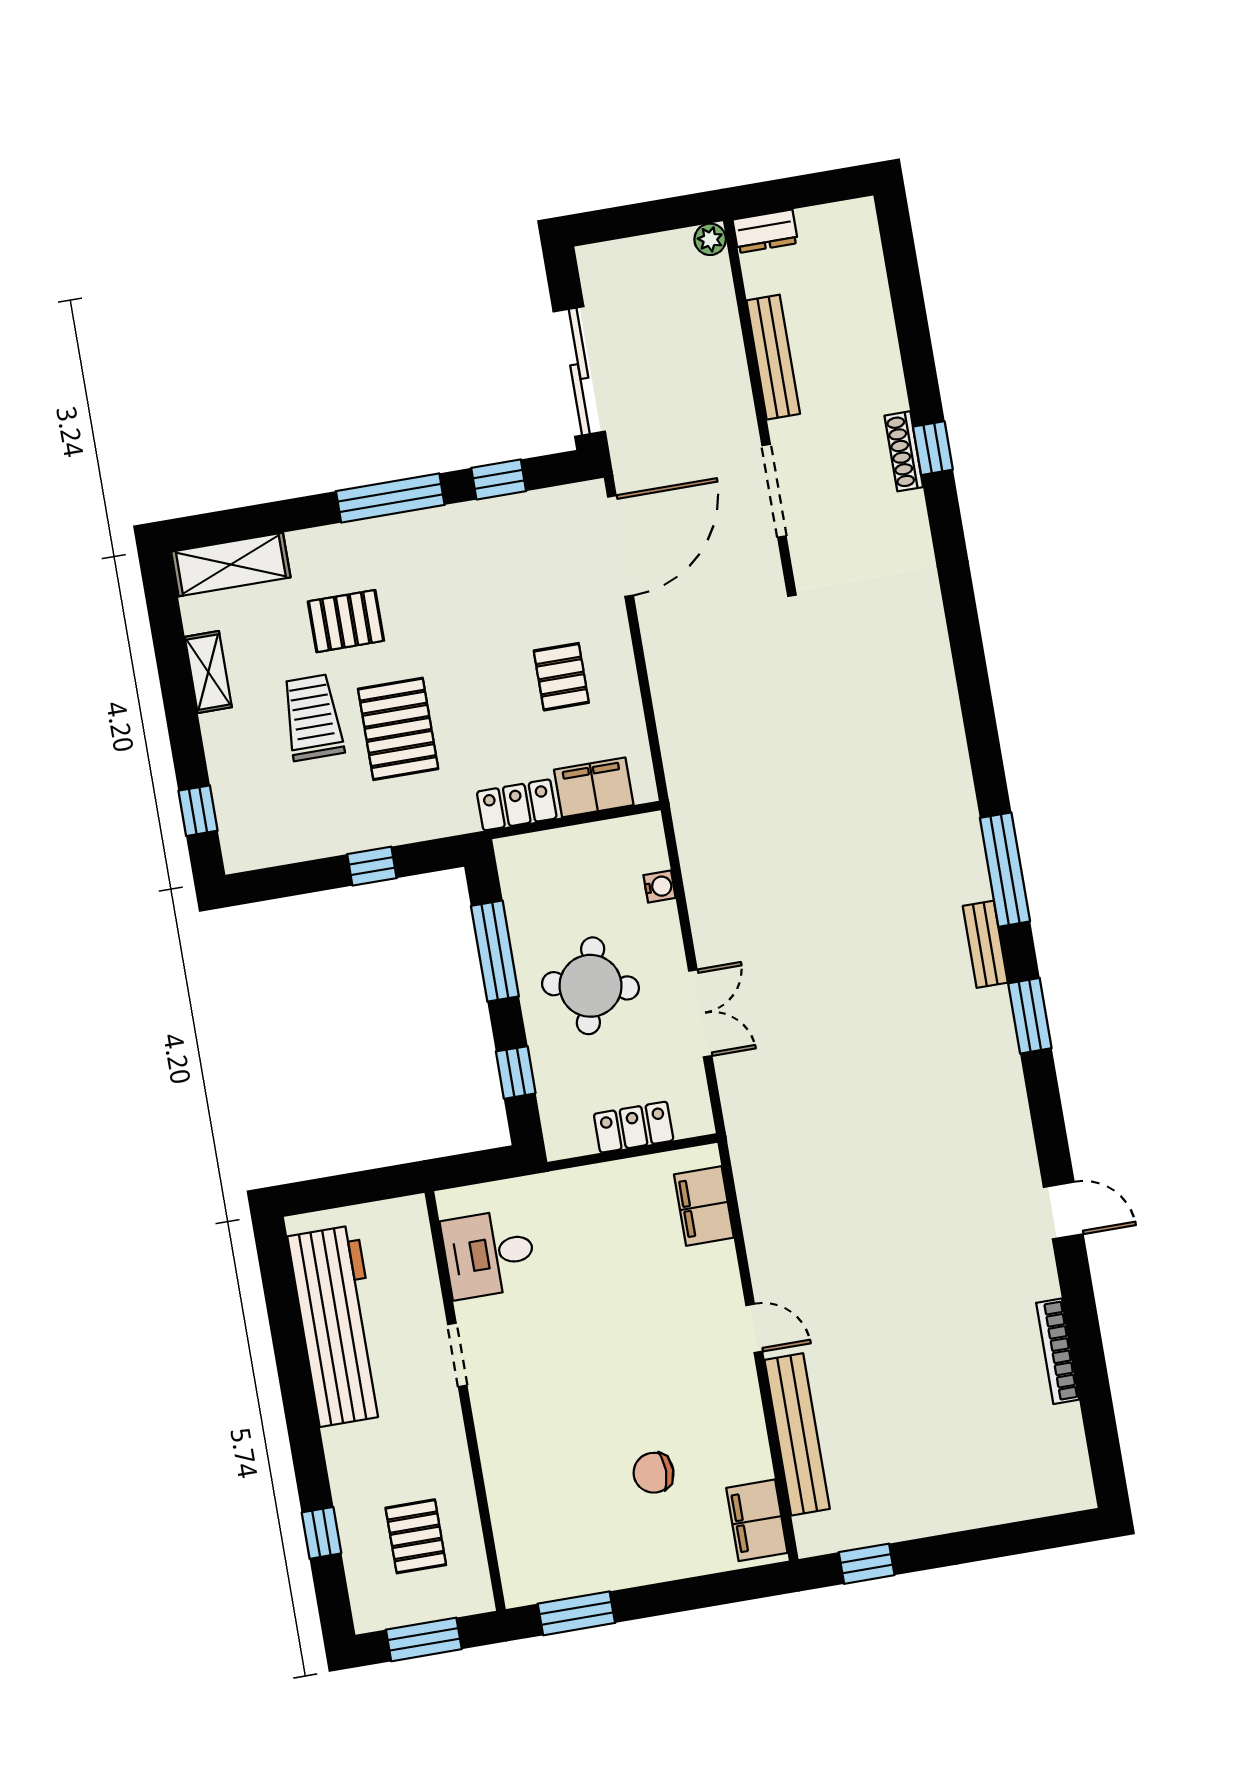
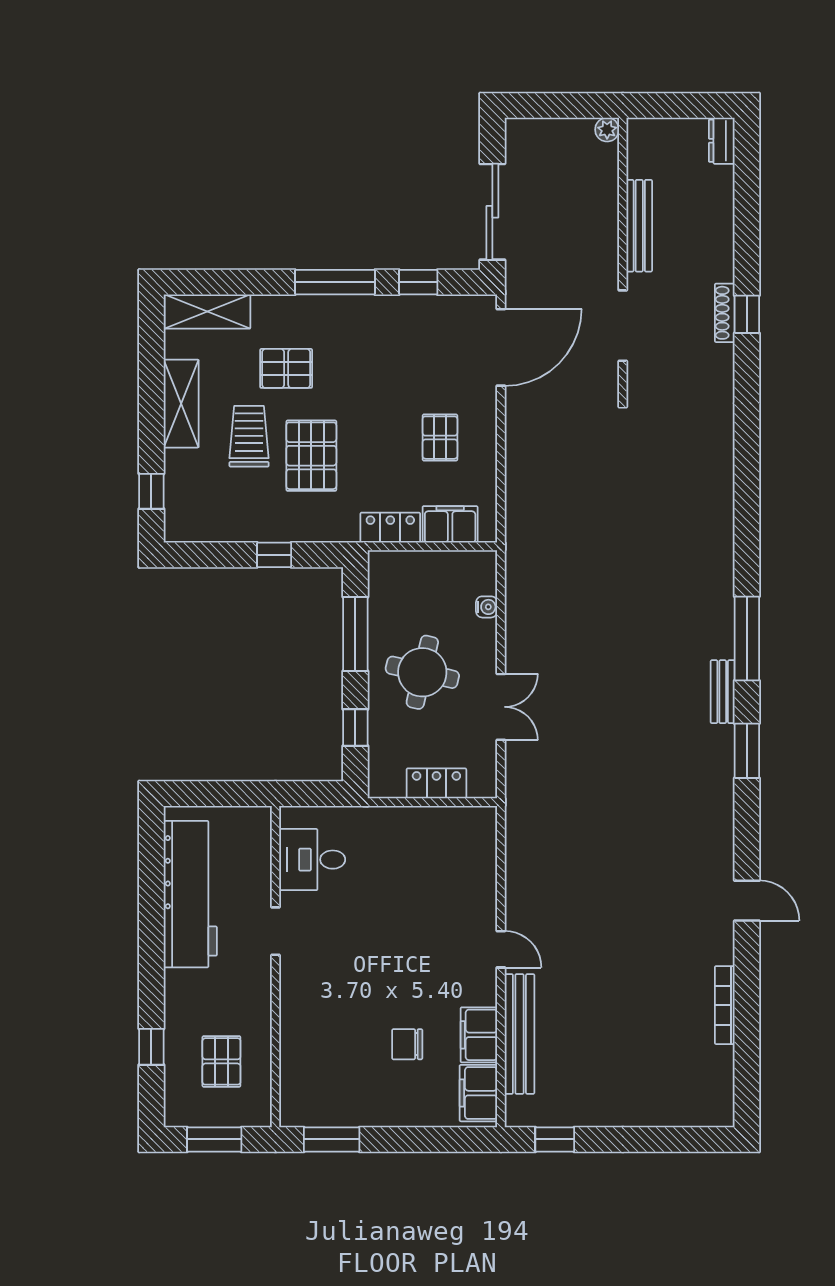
dresser: (765, 231) -> (722, 141), moved, turned 90
shelving: (208, 672) -> (181, 404), width x1.50, depth x1.33
filing cabinet: (704, 1206) -> (479, 1035), moved

